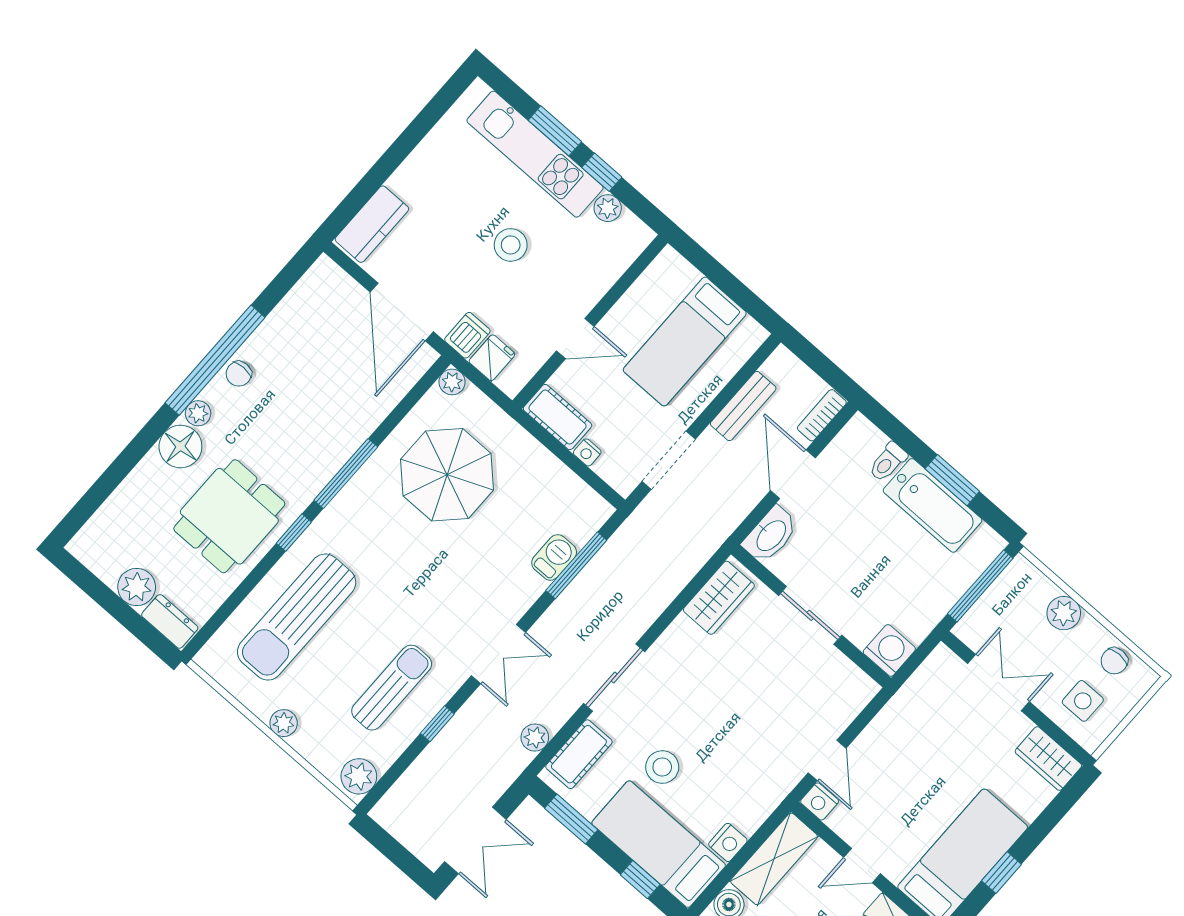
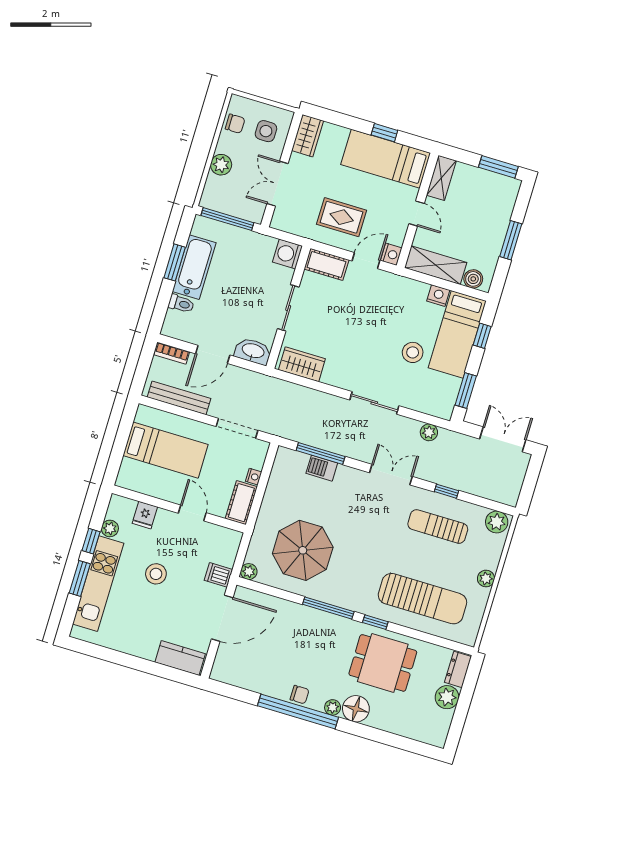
fridge: (492, 358) -> (145, 515), moved, turned -90
bench: (743, 406) -> (179, 398), width x1.36
cot: (579, 754) -> (327, 264), moved
rug: (907, 754) -> (342, 217), added

